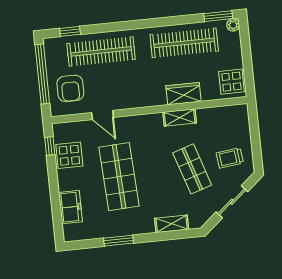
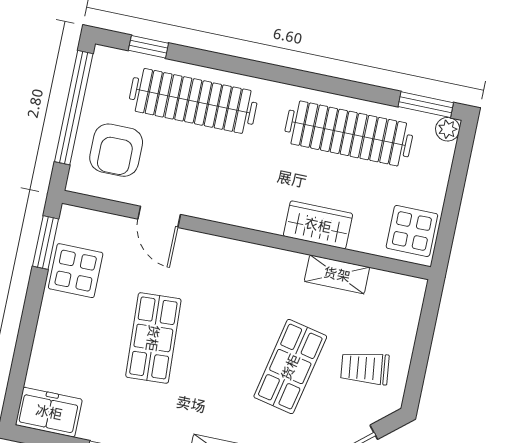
shelving: (180, 117) -> (337, 274), moved
window: (50, 146) -> (46, 243), width x1.50
shop shelf: (192, 169) -> (290, 367), turned 30
shop shelf: (119, 177) -> (153, 338), width x0.70, depth x0.74
freezer: (71, 207) -> (49, 412), moved, turned -90

